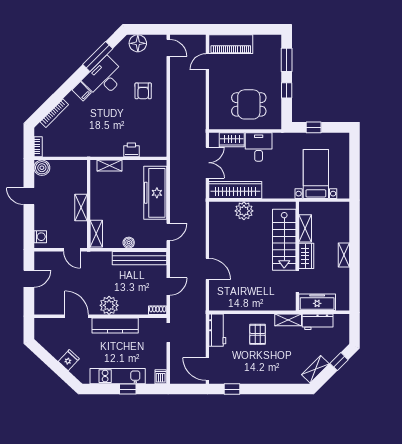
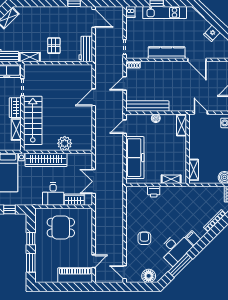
wardrobe: (235, 190) -> (46, 160), moved
shelving: (81, 208) -> (194, 170), moved
door: (207, 269) -> (94, 97), hinge flipped
plant: (109, 305) -> (171, 69), removed
fridge: (69, 360) -> (212, 33), moved

